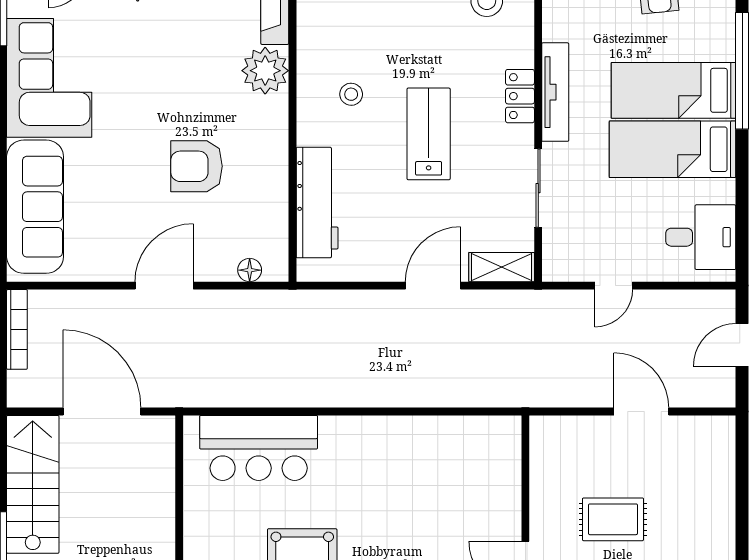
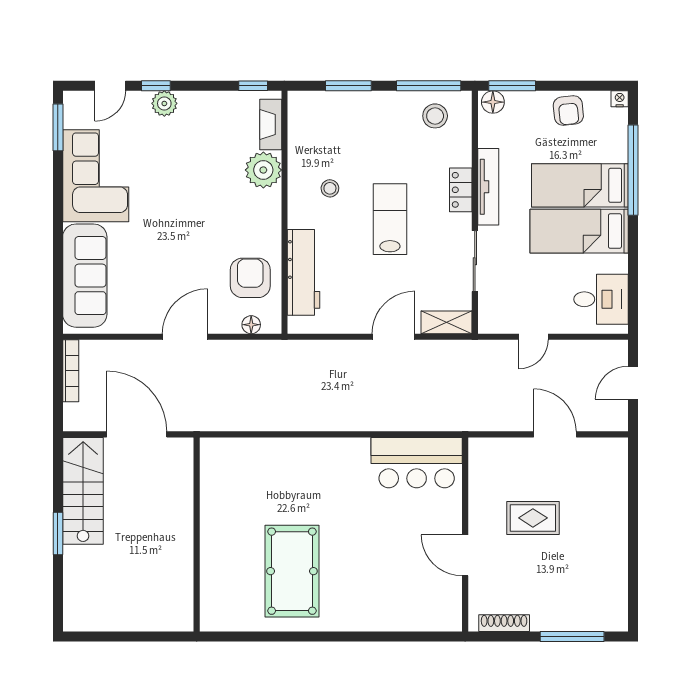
armchair: (197, 166) -> (250, 278), moved, turned 90
bar counter: (259, 448) -> (417, 463), moved

